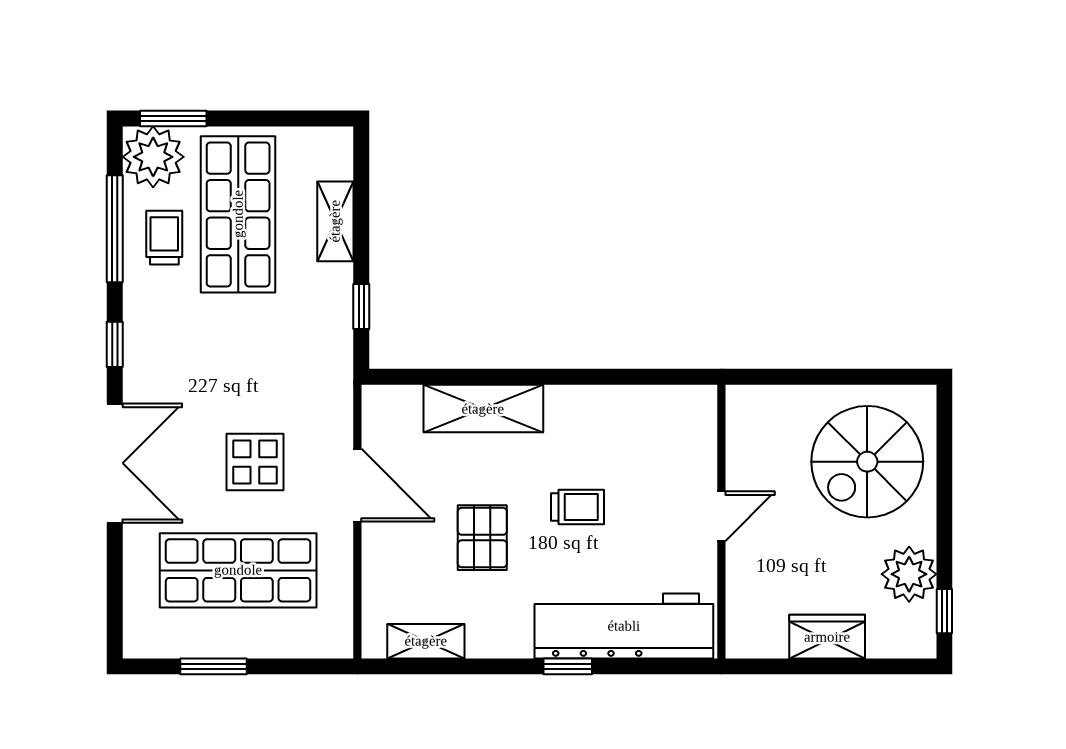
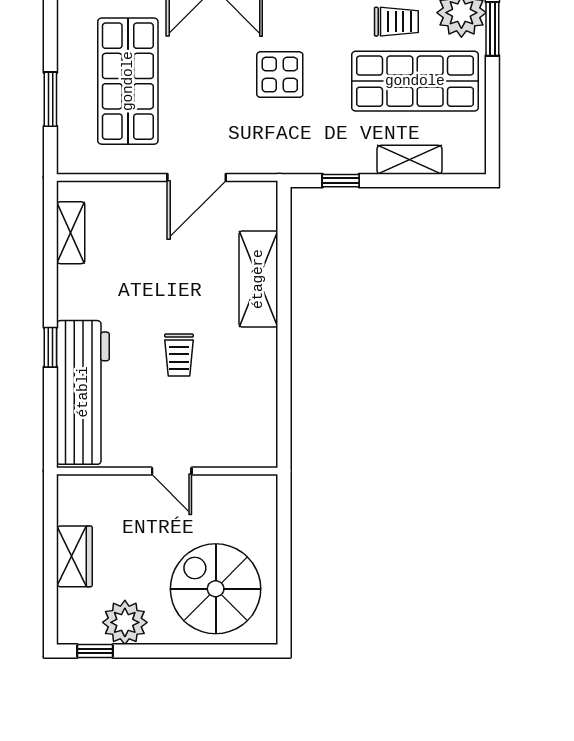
display table: (255, 462) -> (280, 75), moved
pallet: (482, 538) -> (154, 278), removed
window: (214, 666) -> (50, 99), moved

